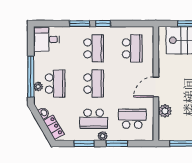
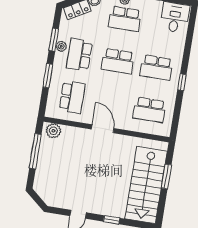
window: (80, 24) -> (186, 57), removed
plant: (165, 111) -> (53, 131), moved
plant: (103, 136) -> (61, 46), moved

